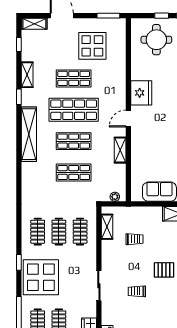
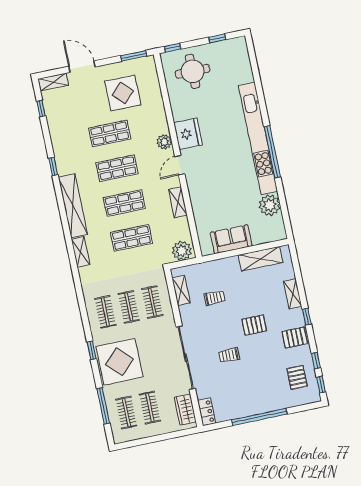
window: (162, 16) -> (172, 48), moved
shelving: (27, 75) -> (81, 252), moved
plant: (119, 95) -> (164, 142), added
shop shelf: (74, 110) -> (117, 168), width x0.70, depth x0.74
plant: (115, 197) -> (182, 251), width x1.88, depth x1.88
sliding door: (99, 286) -> (186, 358), width x1.86

